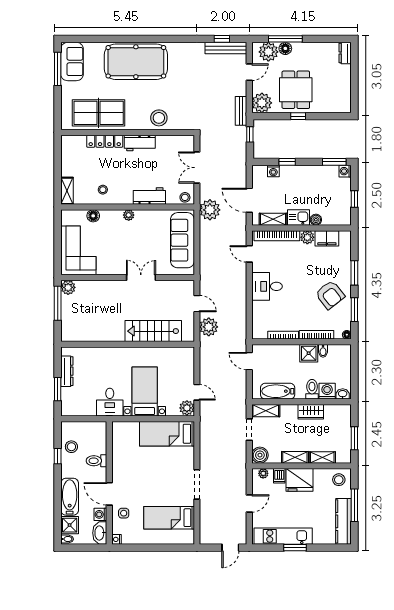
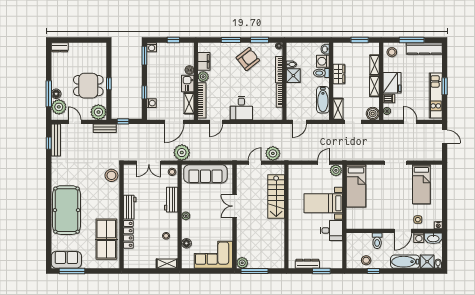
stool: (159, 118) -> (111, 175), moved

